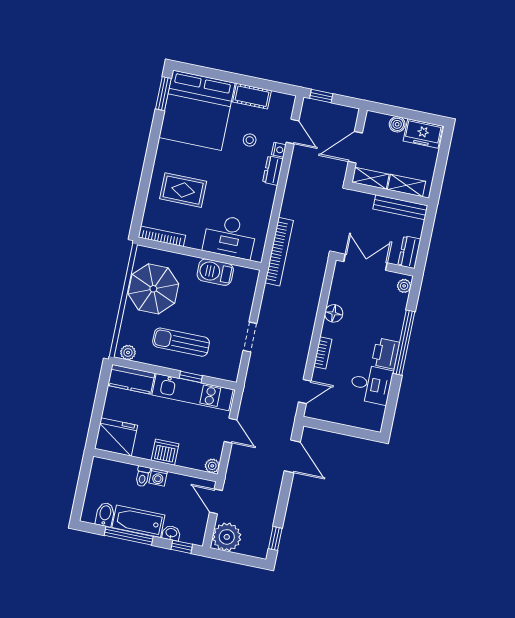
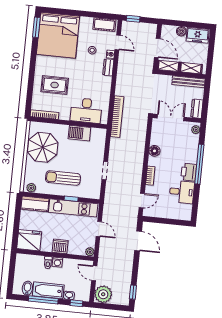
cot: (252, 96) -> (104, 25), moved
door: (355, 147) -> (157, 48), swing flipped

